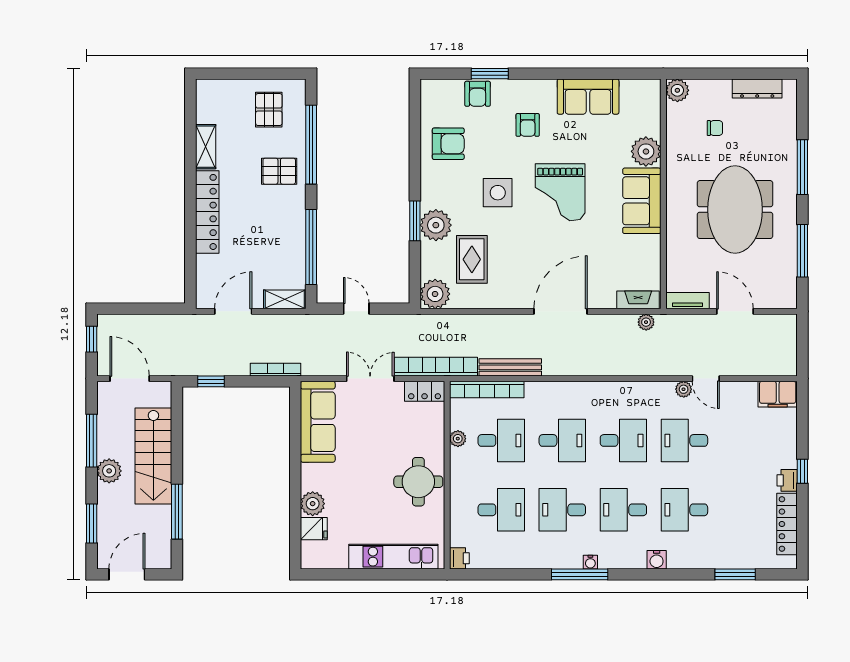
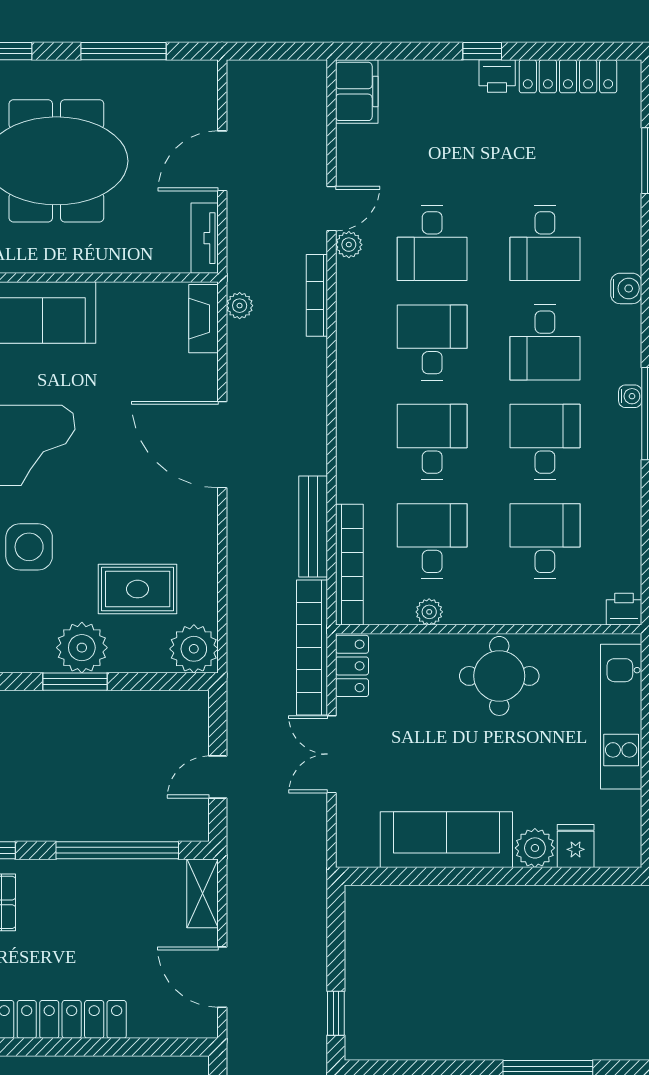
bookcase: (275, 370) -> (317, 295), moved
sofa: (318, 422) -> (446, 840), moved
desk: (562, 510) -> (545, 442), turned 180

